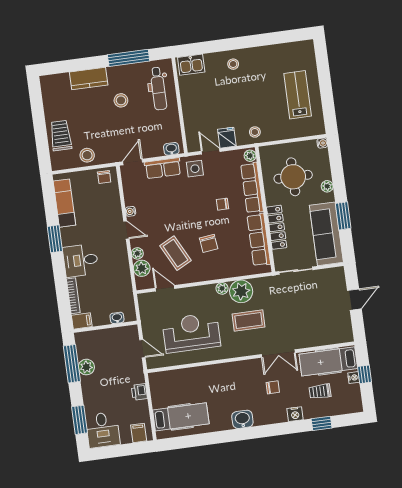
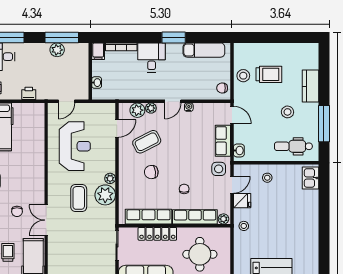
stool: (233, 64) -> (267, 178), moved
trolley: (61, 135) -> (269, 74), moved

